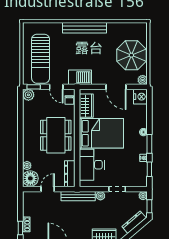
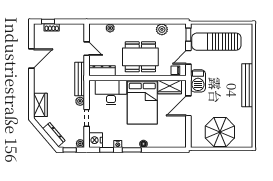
plant: (143, 80) -> (195, 143), removed
door: (116, 87) -> (188, 106), moved
plant: (28, 95) -> (162, 29), moved
nightstand: (140, 97) -> (96, 140), moved, turned 90
floor lamp: (30, 178) -> (97, 31), removed

